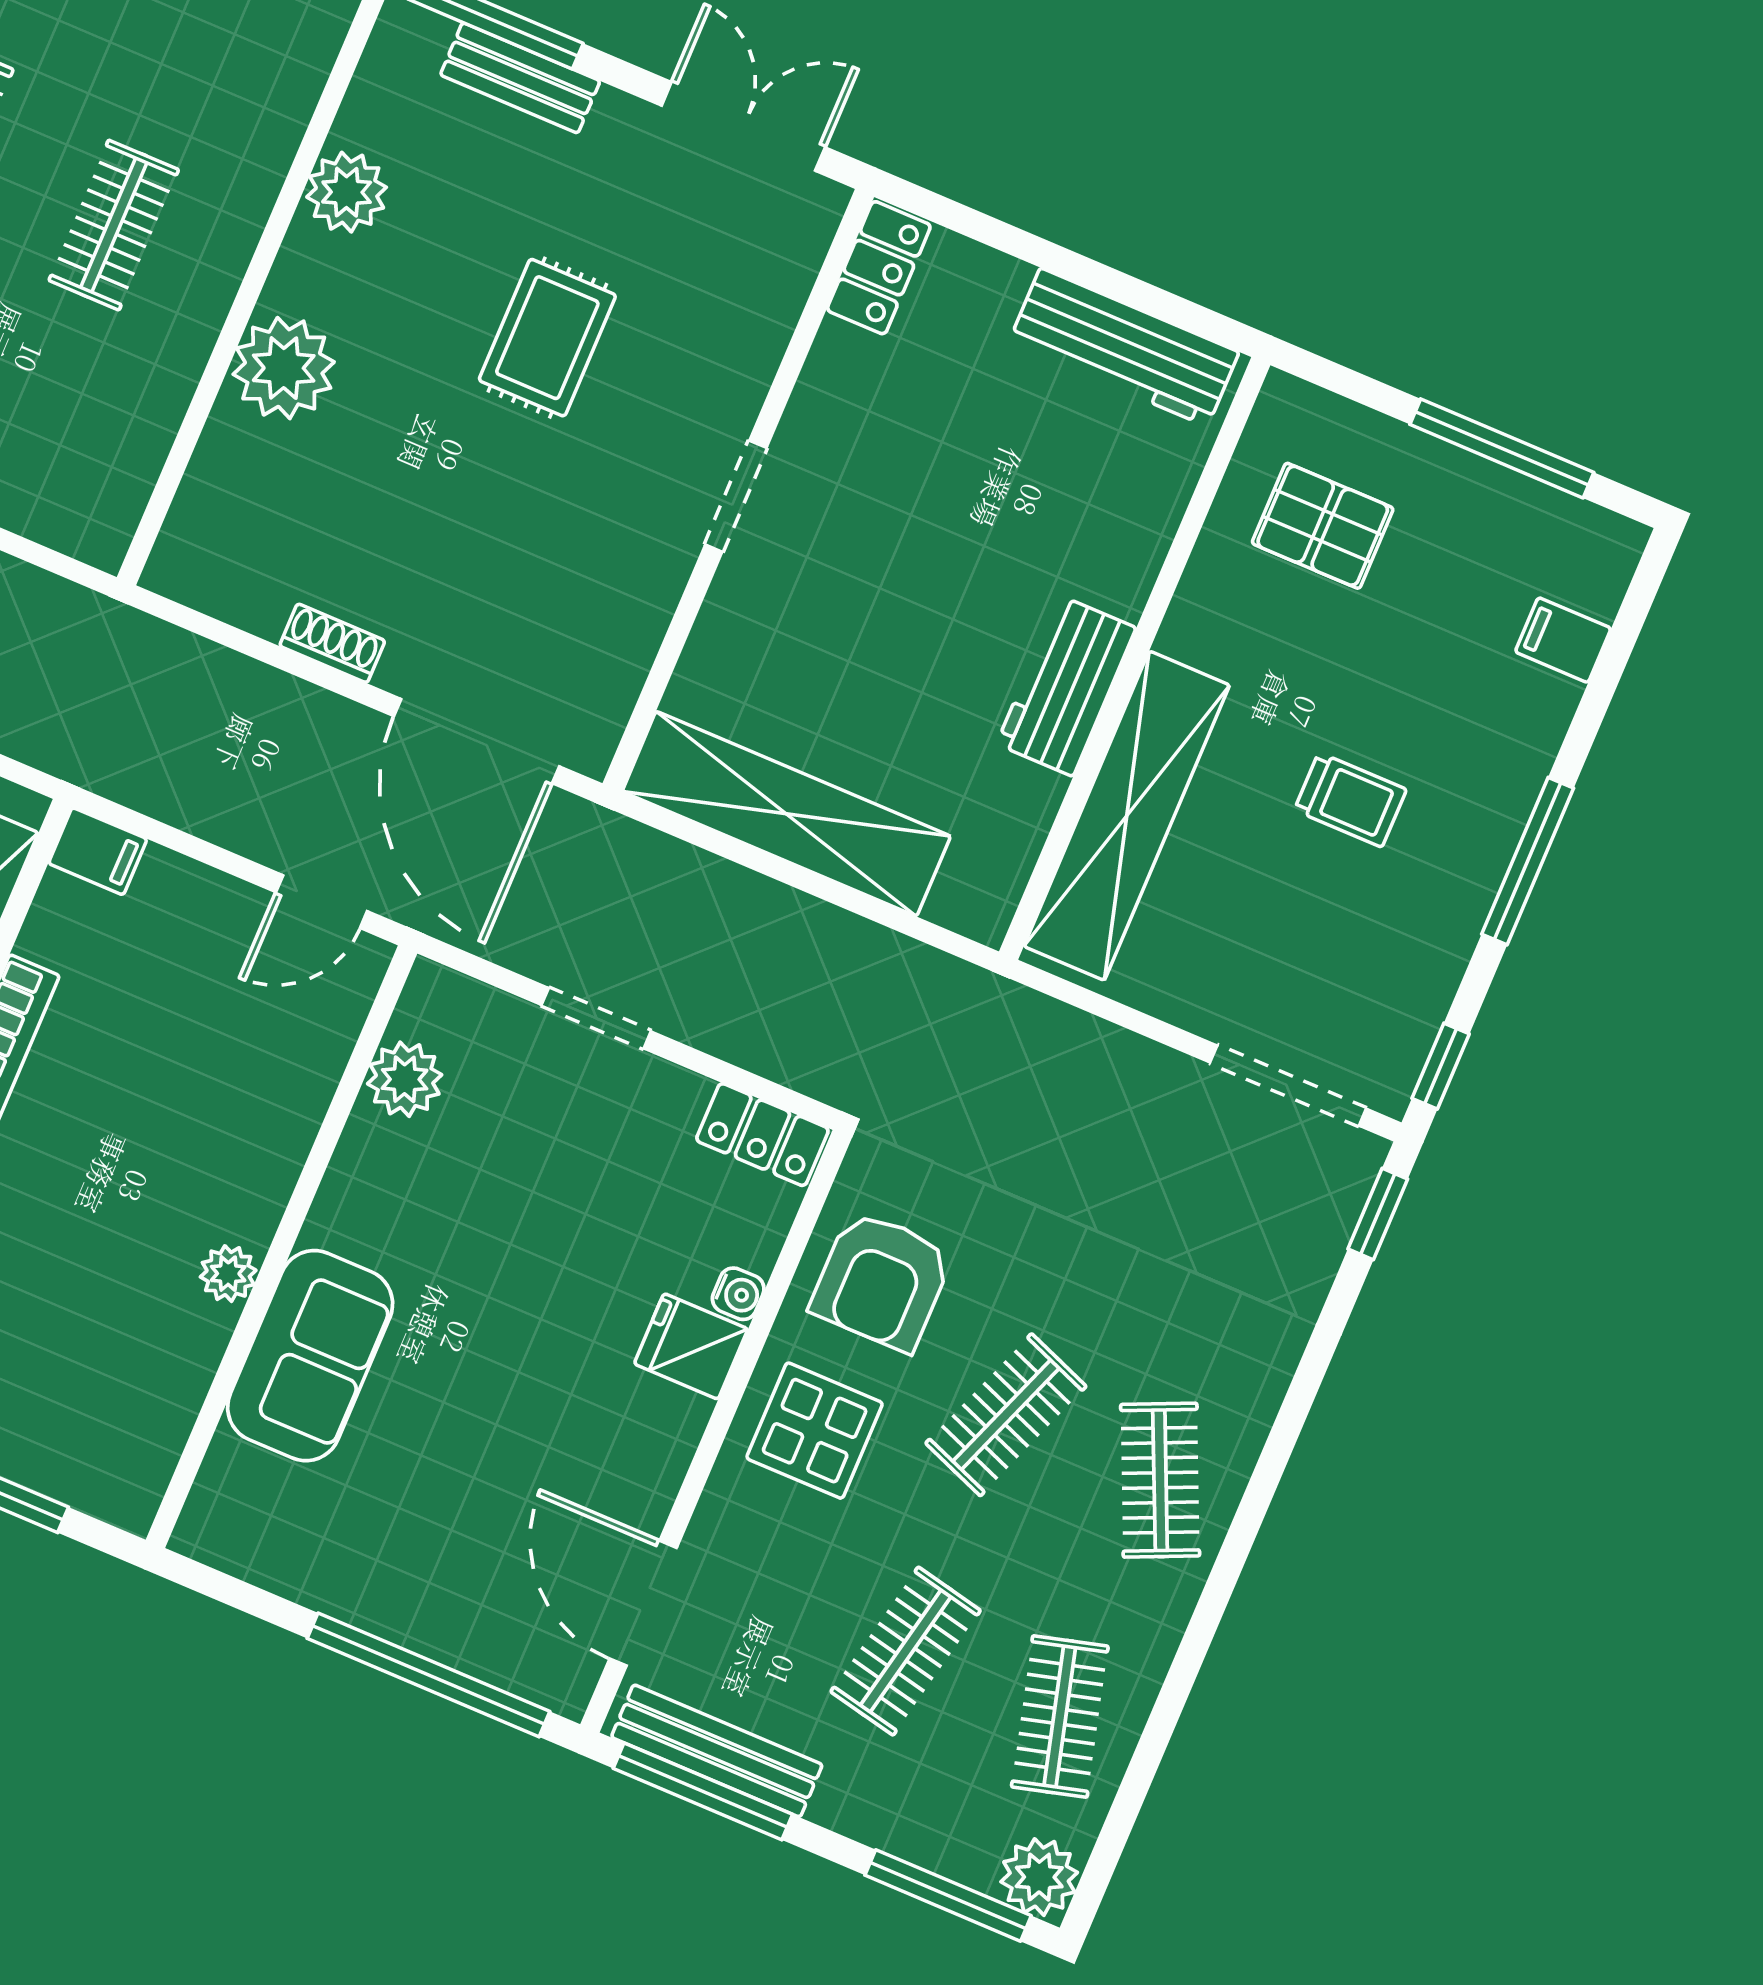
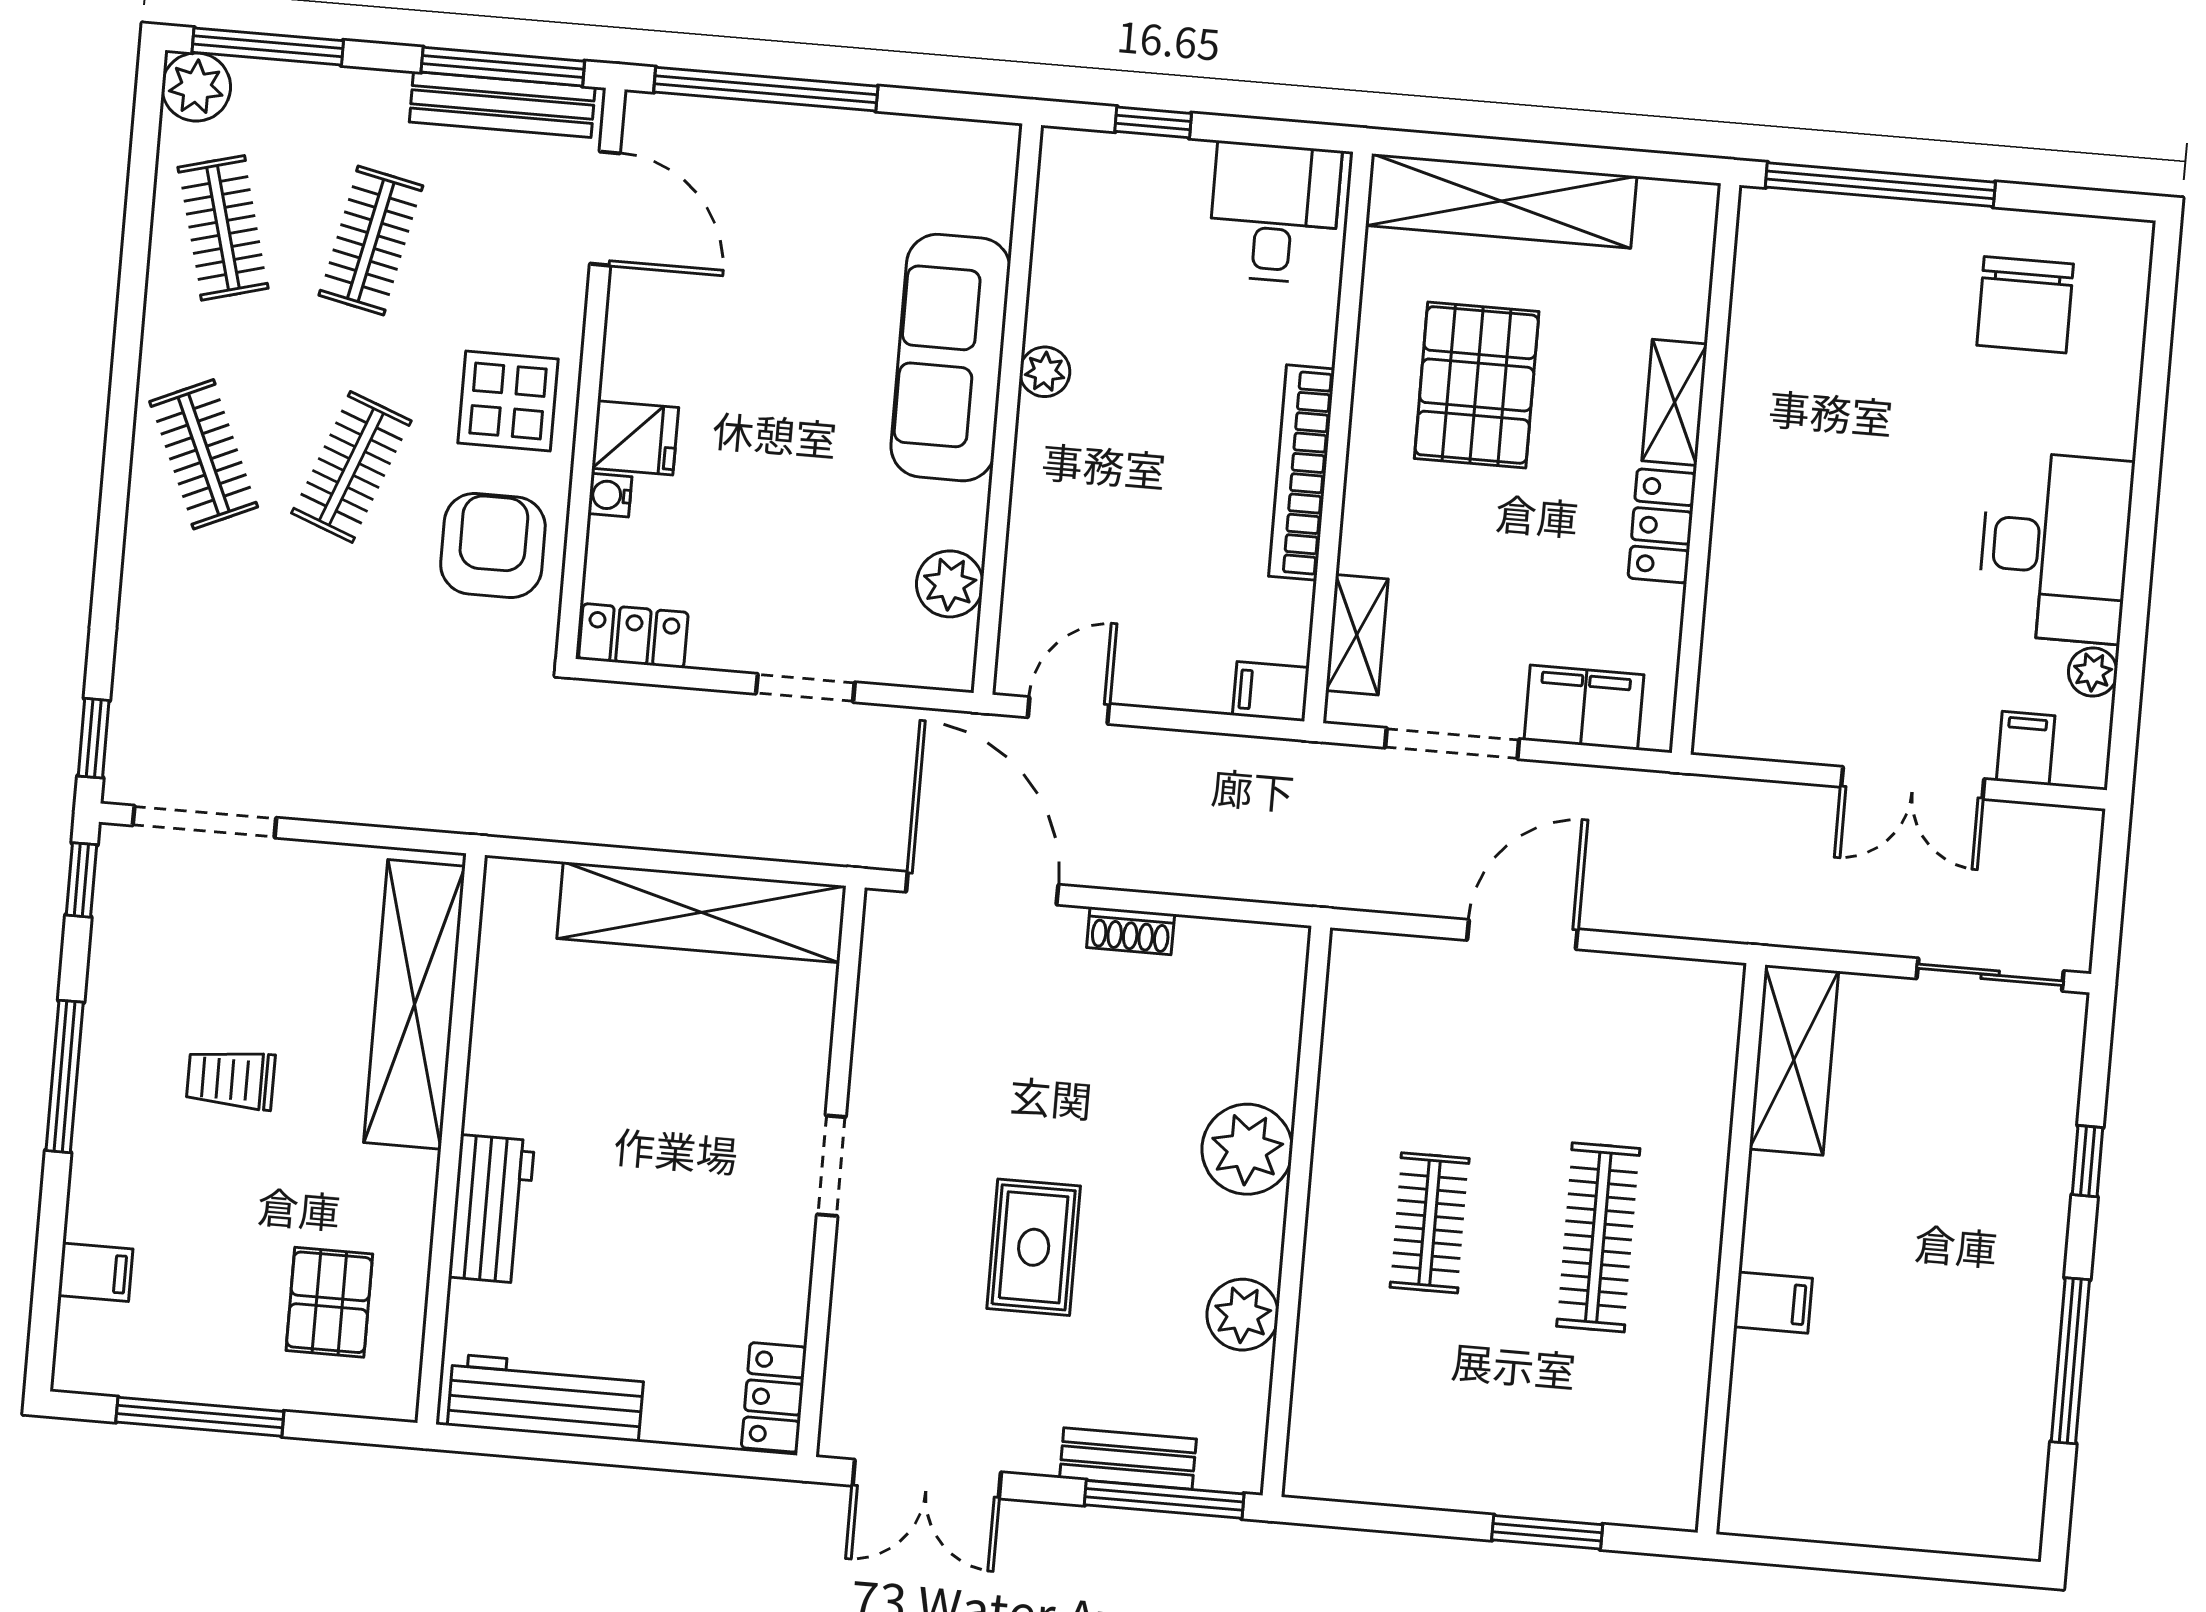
pallet: (1323, 526) -> (329, 1302), turned 90
workbench: (1066, 686) -> (492, 1209), moved
sofa: (310, 1356) -> (950, 358), width x1.36

